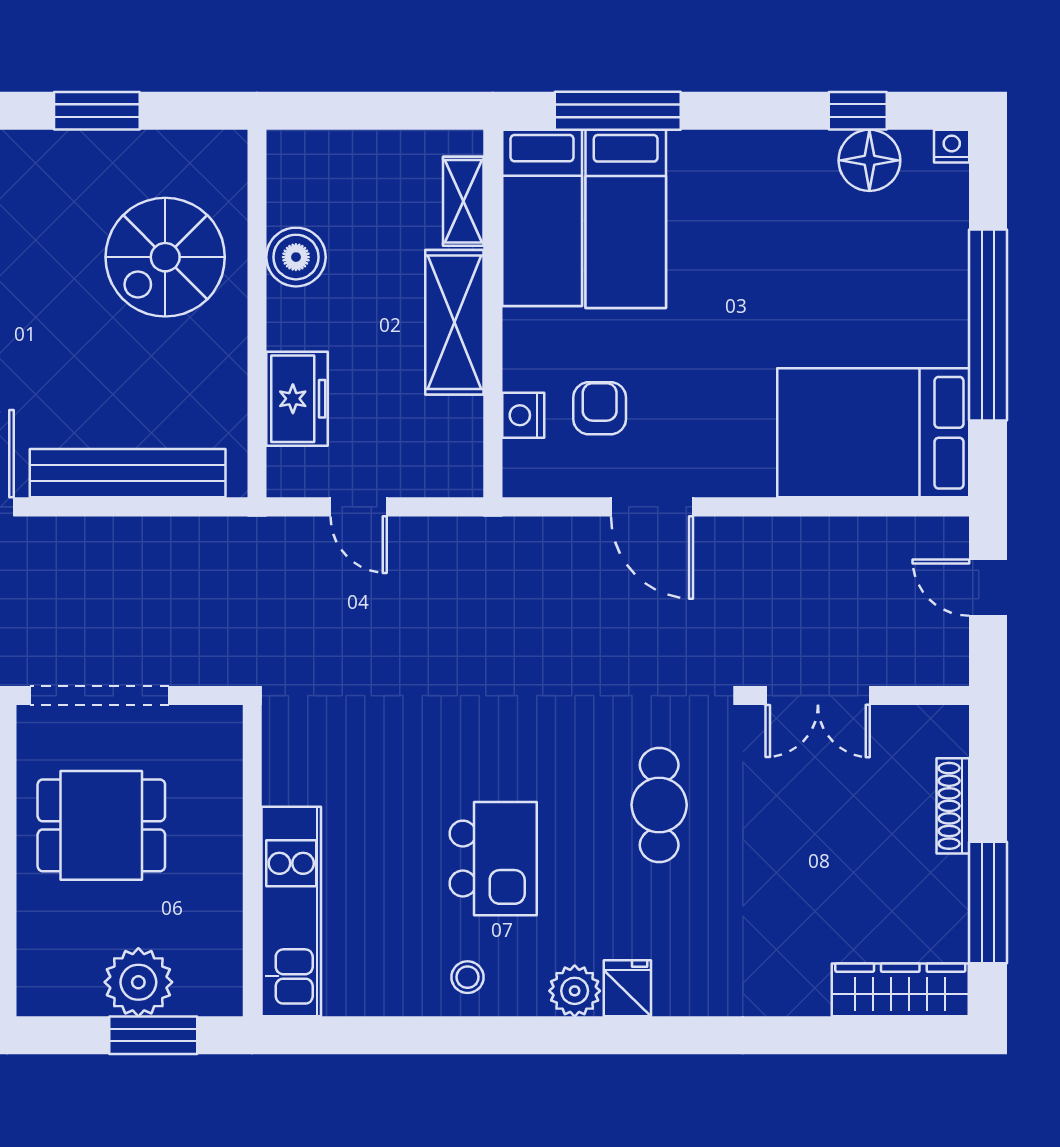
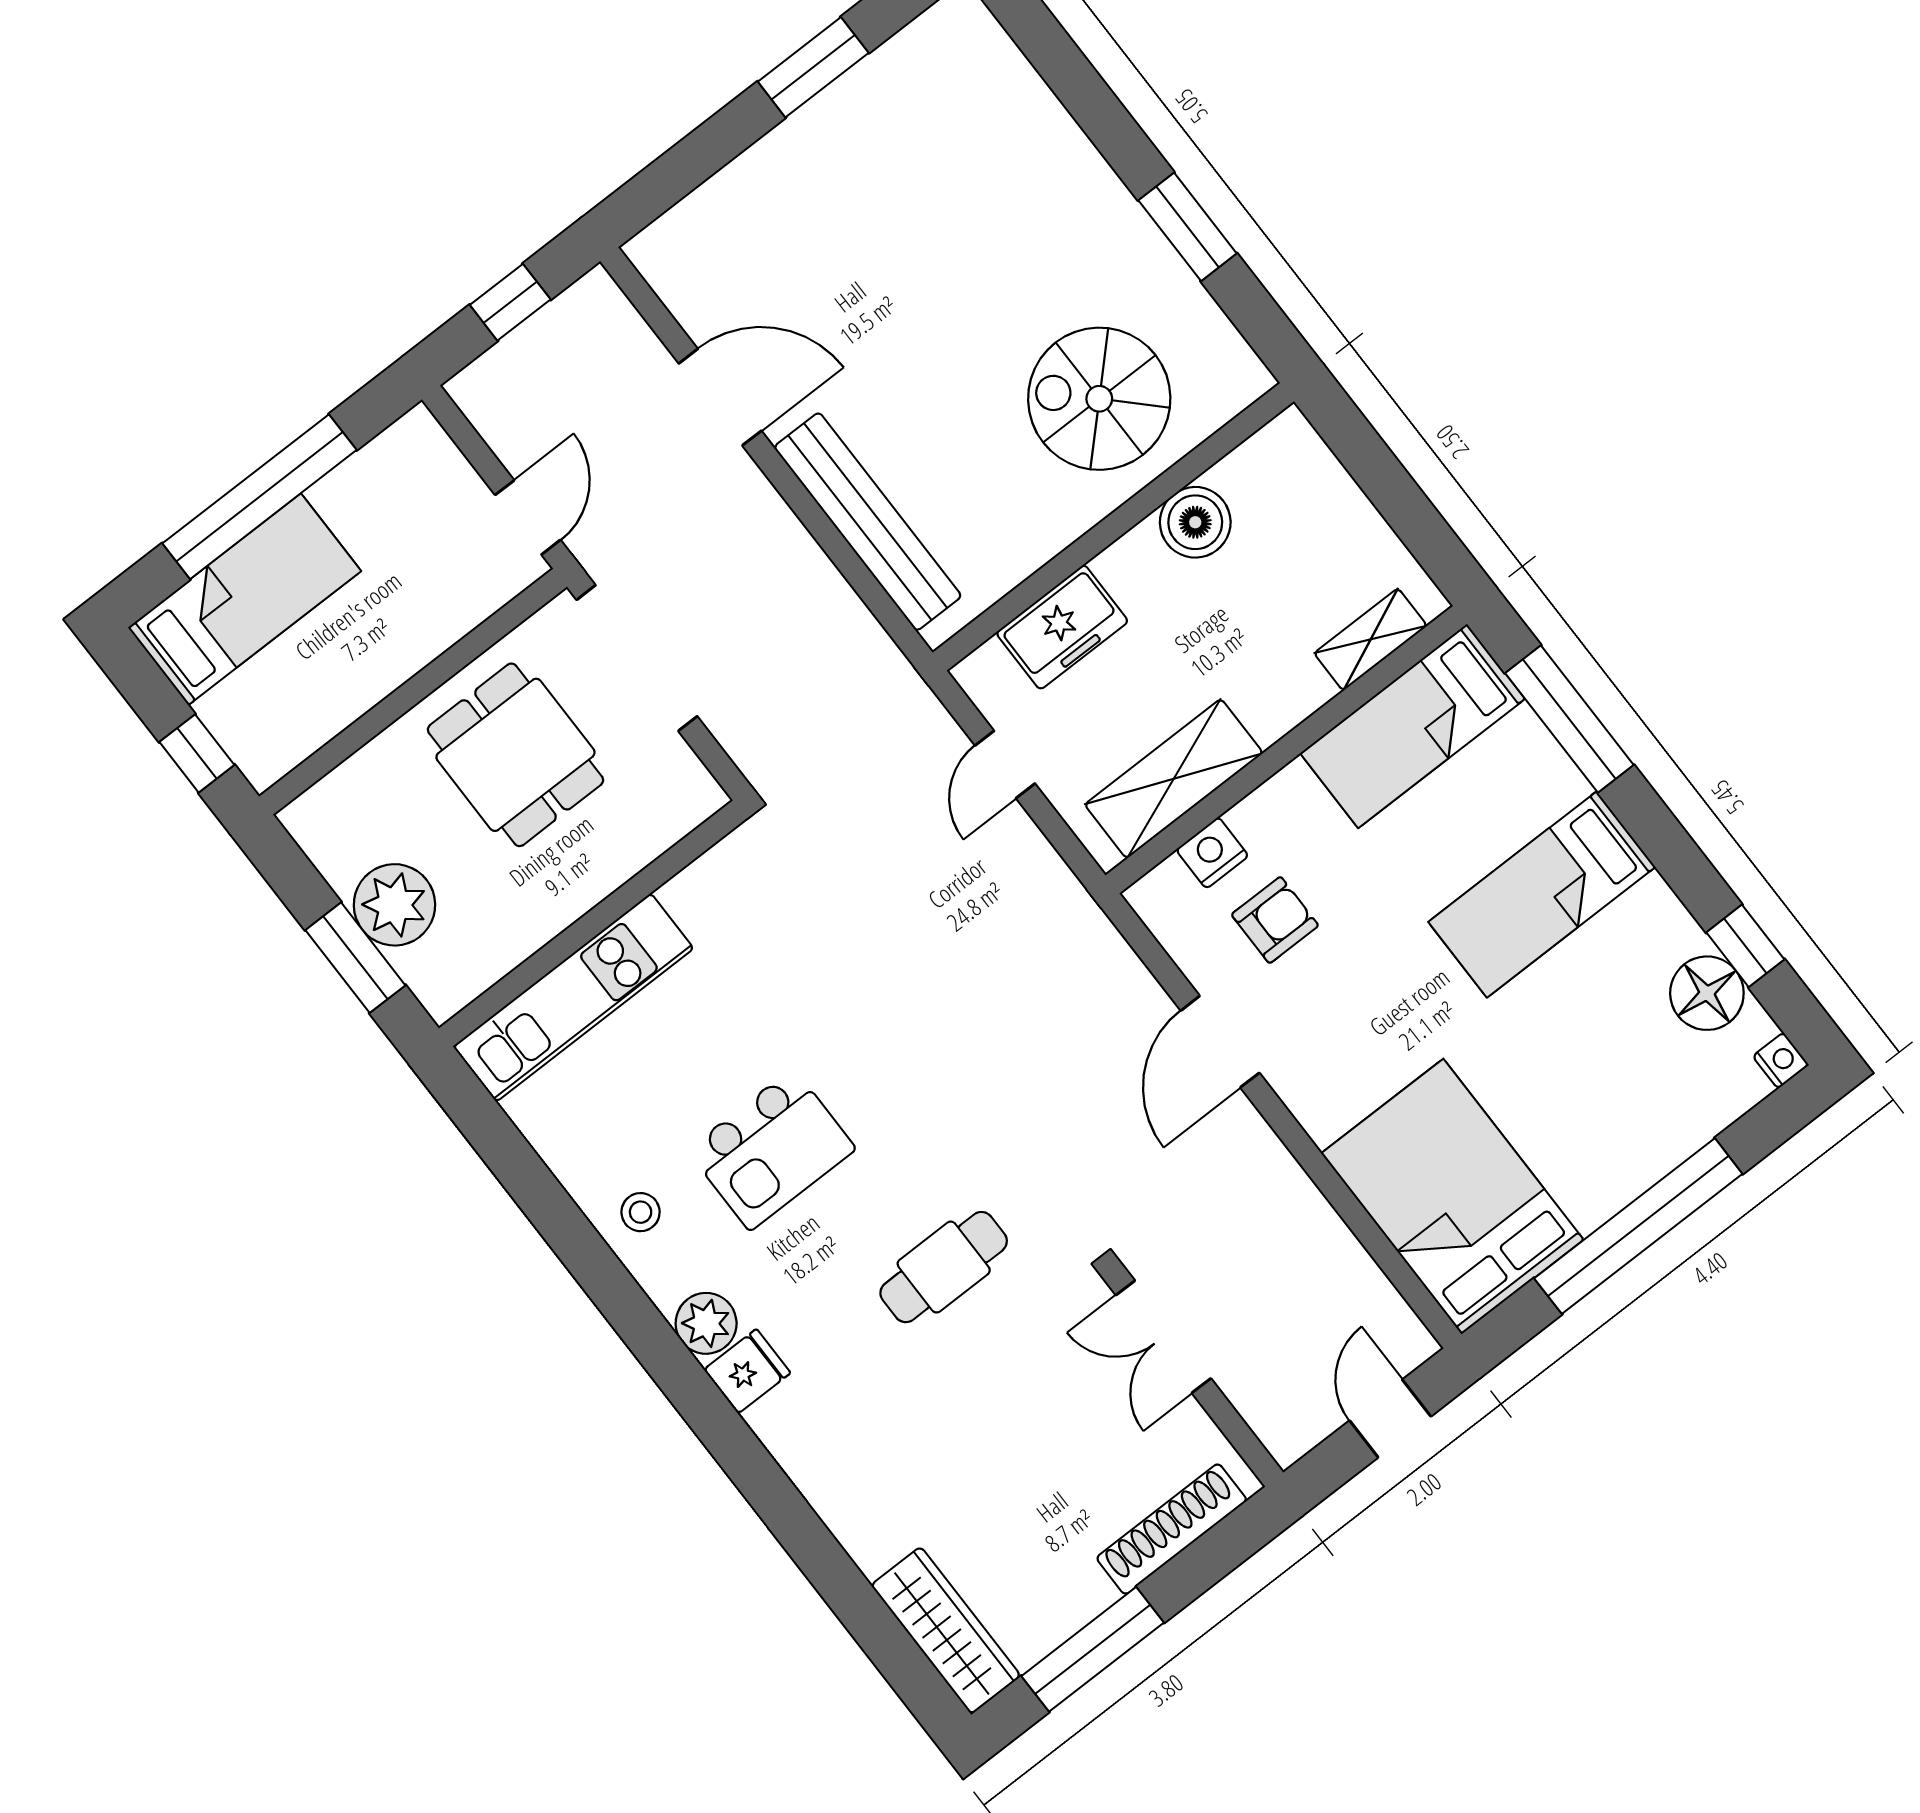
bed: (626, 219) -> (1542, 894), moved
shelving: (454, 322) -> (1174, 779), moved
shoe rack: (953, 806) -> (1172, 1529), width x1.36, depth x1.24

